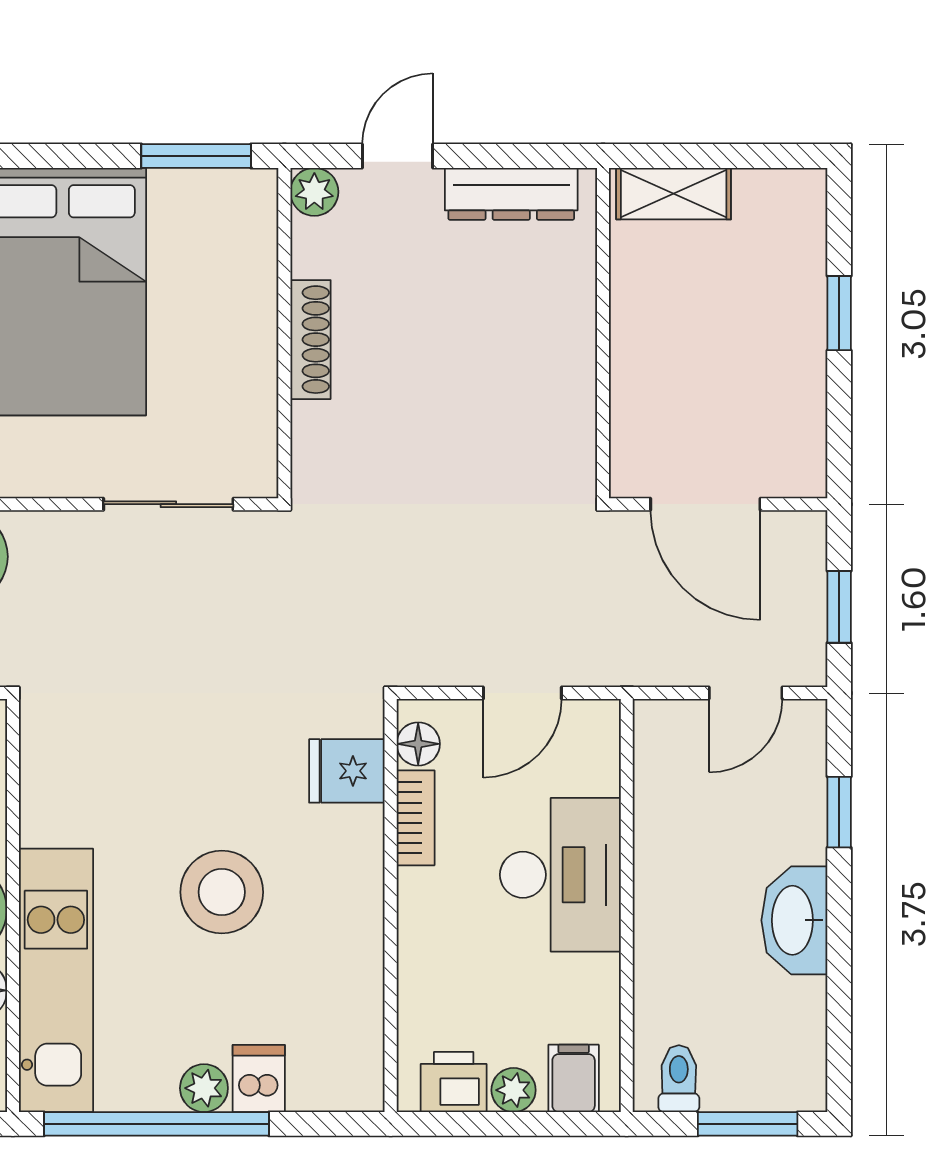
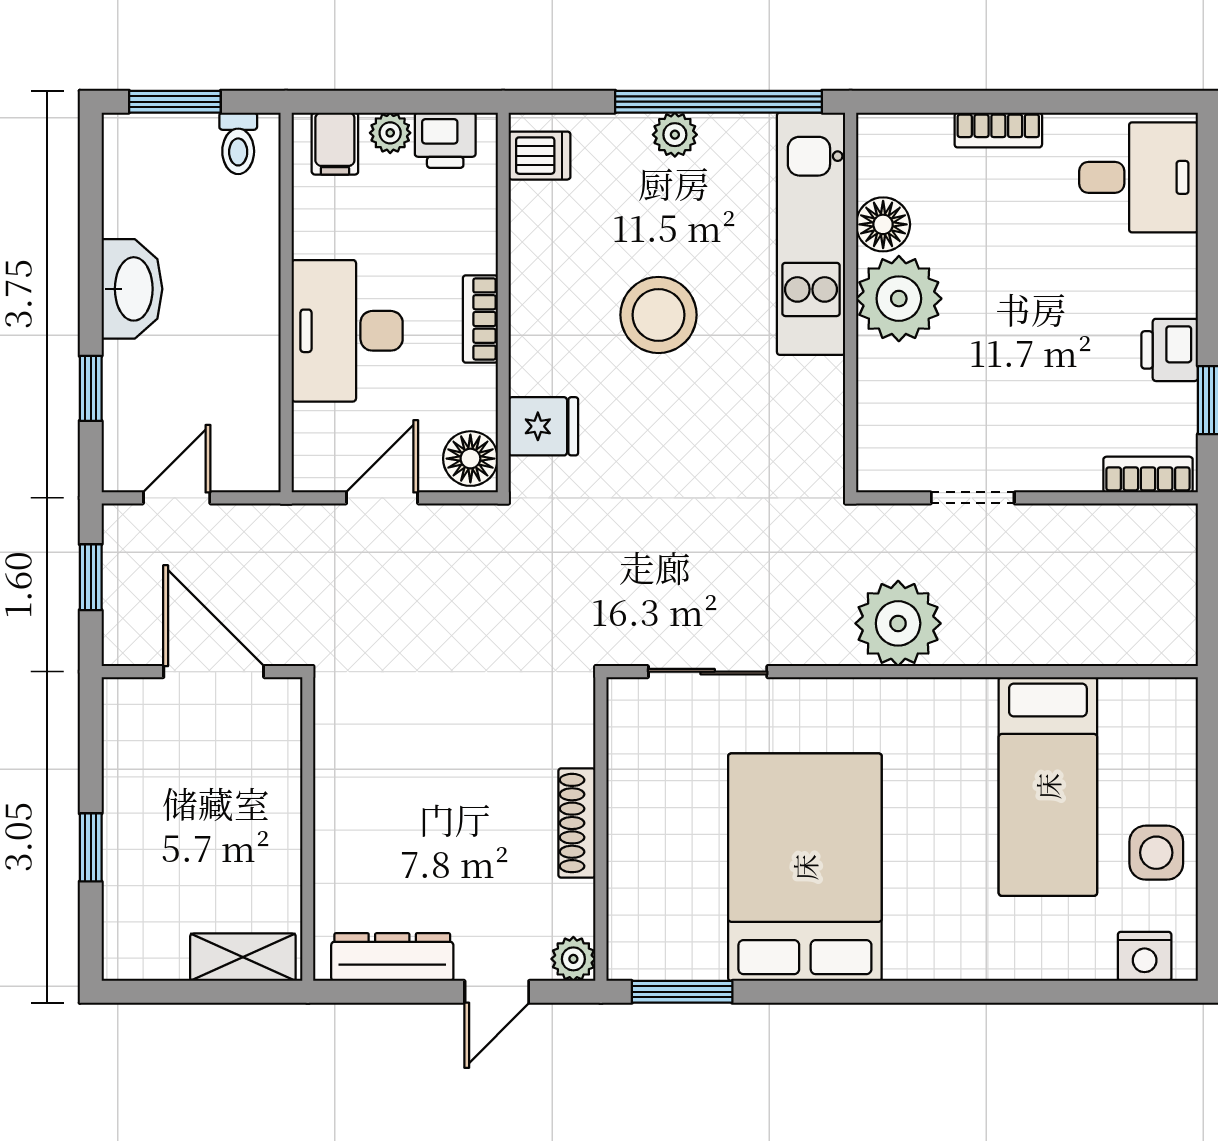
floor lamp: (418, 744) -> (470, 459), width x1.37, depth x1.37
bookcase: (416, 818) -> (480, 319), moved
dishwasher: (259, 1078) -> (540, 156), moved, turned -90

